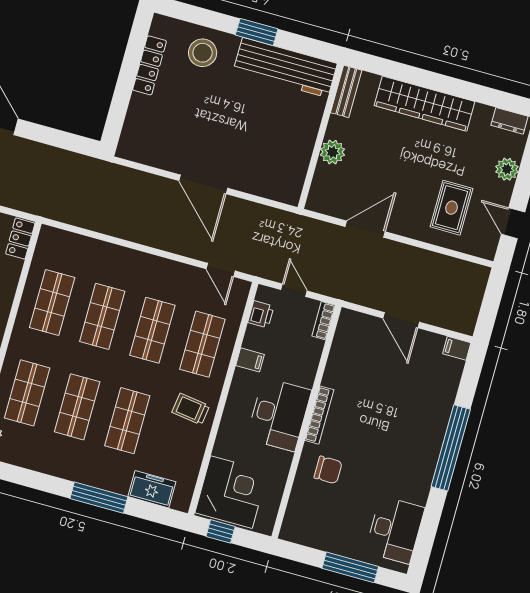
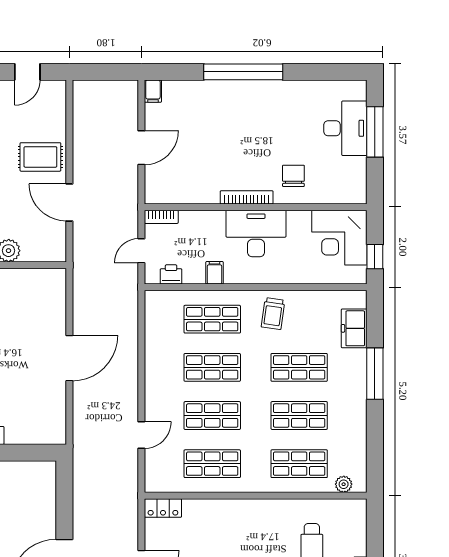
rug: (452, 208) -> (40, 157), moved
door: (221, 270) -> (141, 435), moved
corner desk: (231, 492) -> (339, 238), moved, turned -90
desk: (395, 530) -> (345, 128), moved, turned 90

